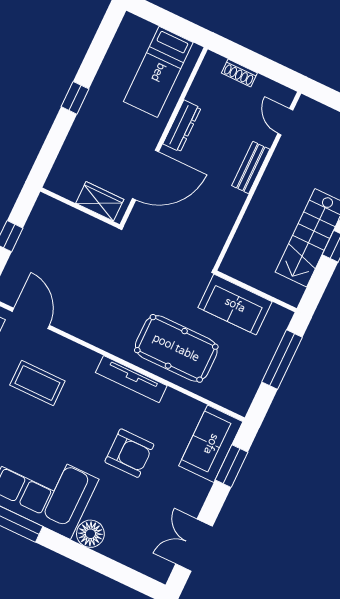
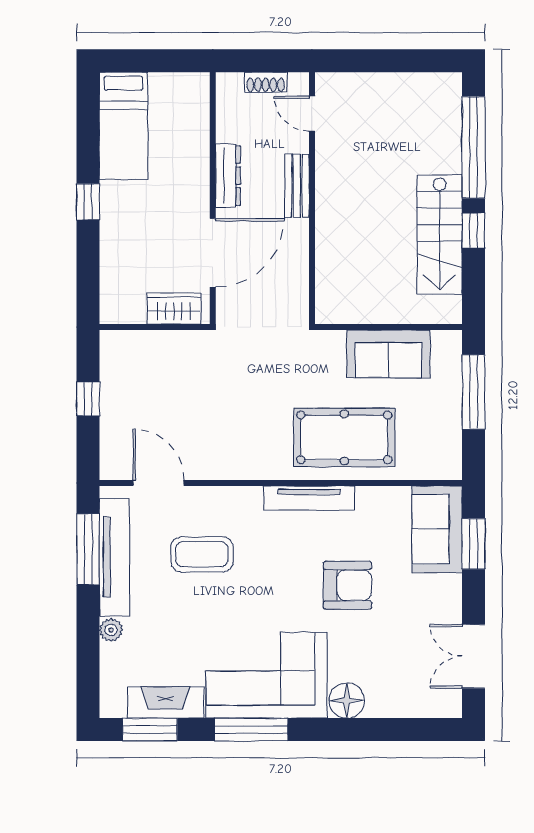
bed: (158, 72) -> (124, 126), moved
door: (285, 122) -> (312, 113), moved
bench: (251, 167) -> (297, 186), moved
wall: (257, 181) -> (312, 198), moved

